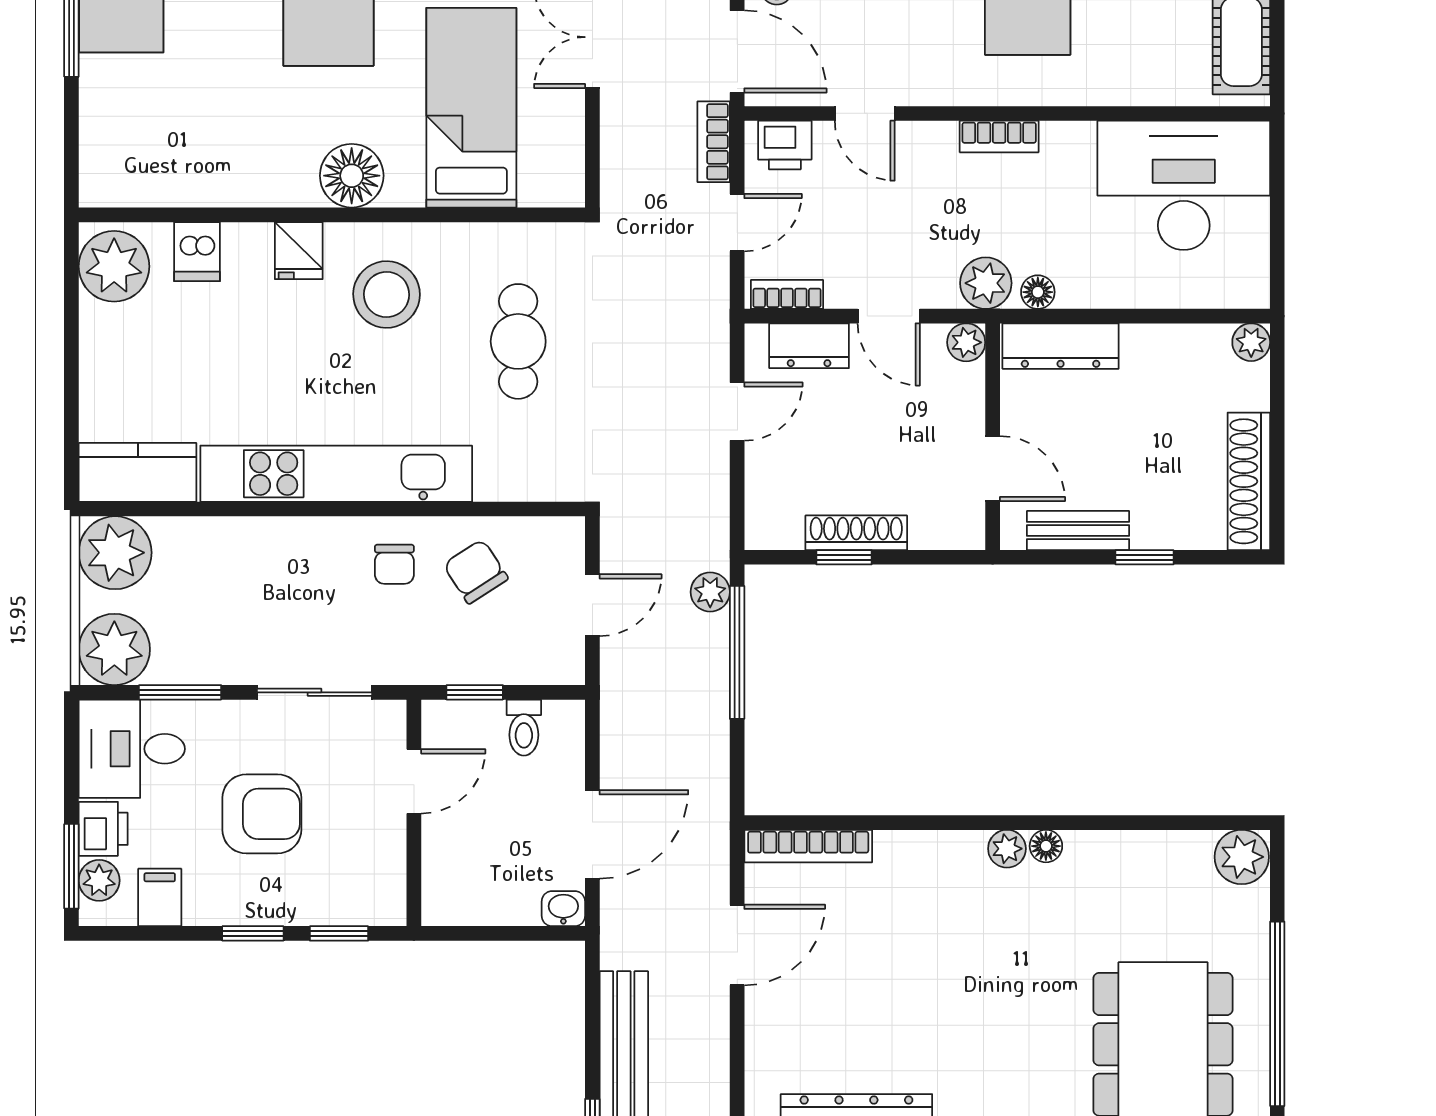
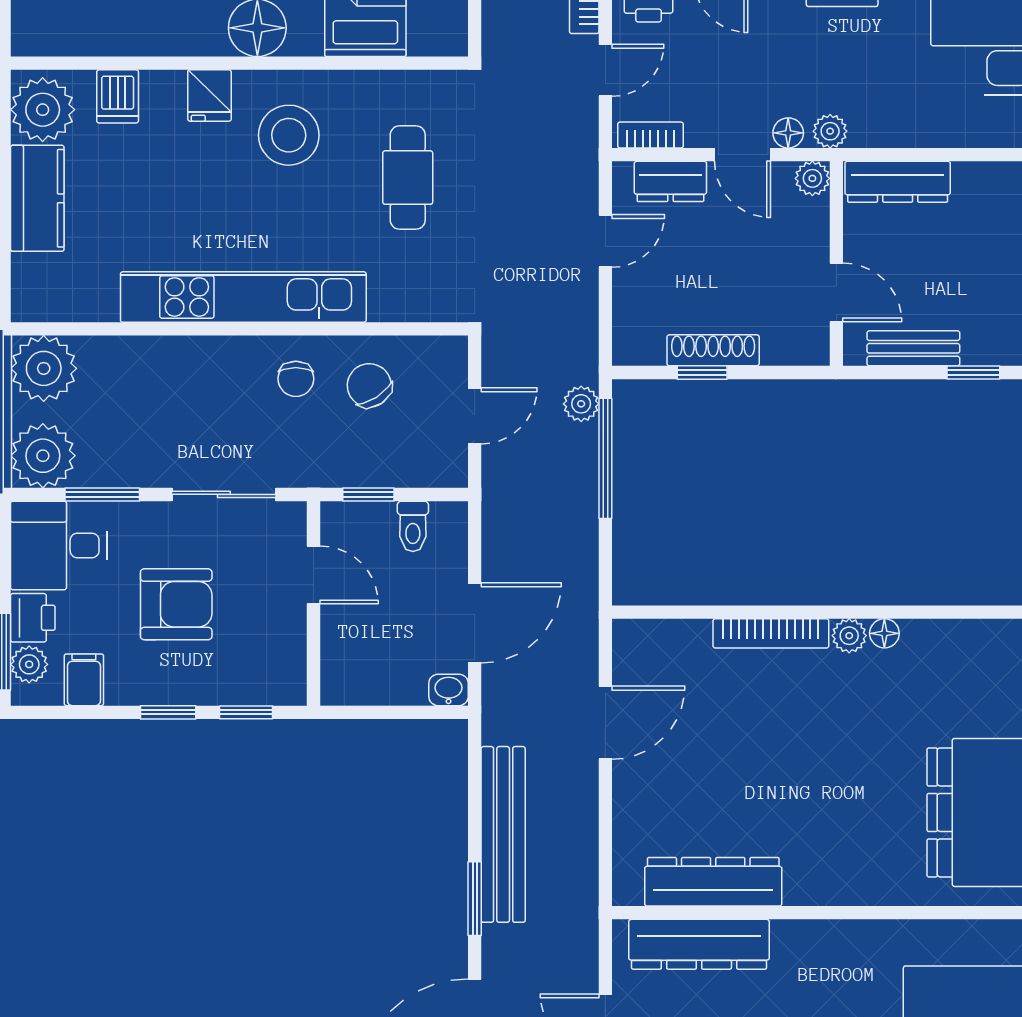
plant: (986, 283) -> (830, 131), width x0.73, depth x0.73
floor lamp: (1038, 292) -> (788, 133), moved
kitchen counter: (138, 472) -> (37, 198), moved, turned 90
door: (414, 781) -> (313, 575), hinge flipped
bookcase: (808, 846) -> (771, 633), moved

